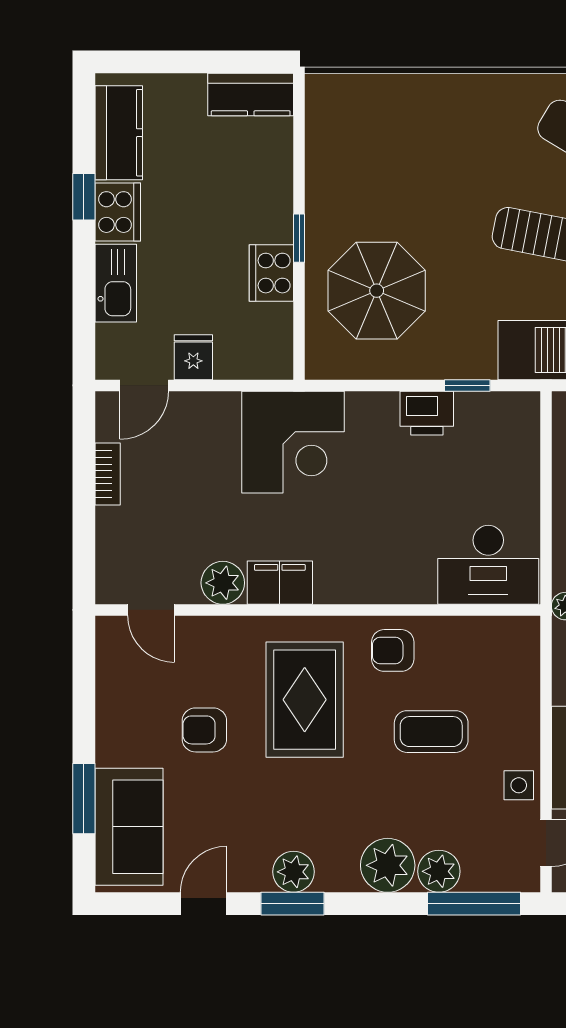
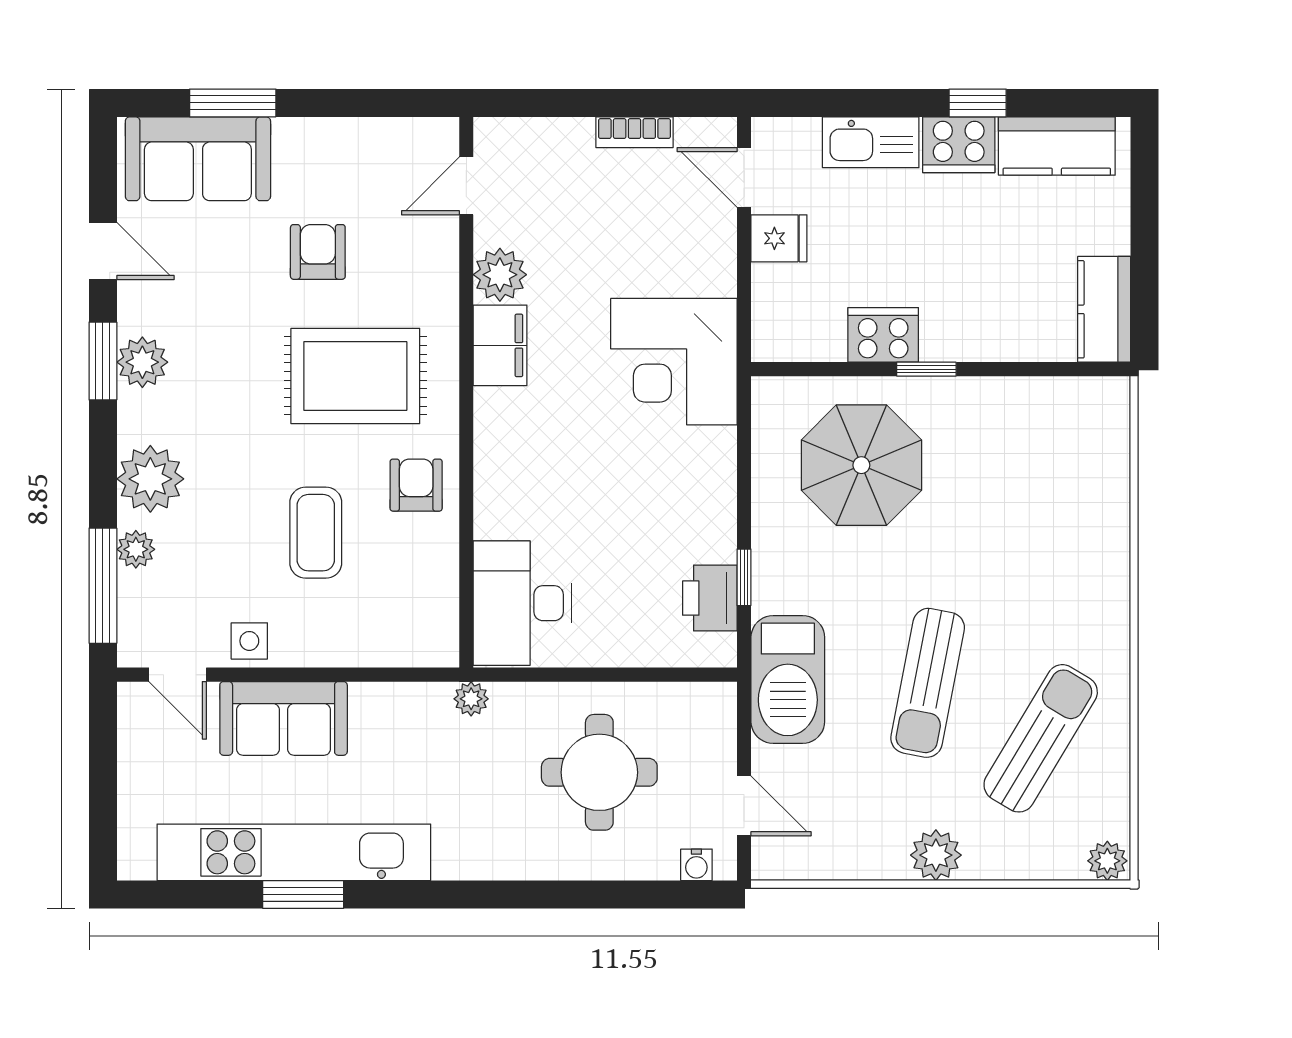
printer: (427, 413) -> (710, 598), moved
plant: (439, 871) -> (136, 549), width x0.73, depth x0.73

